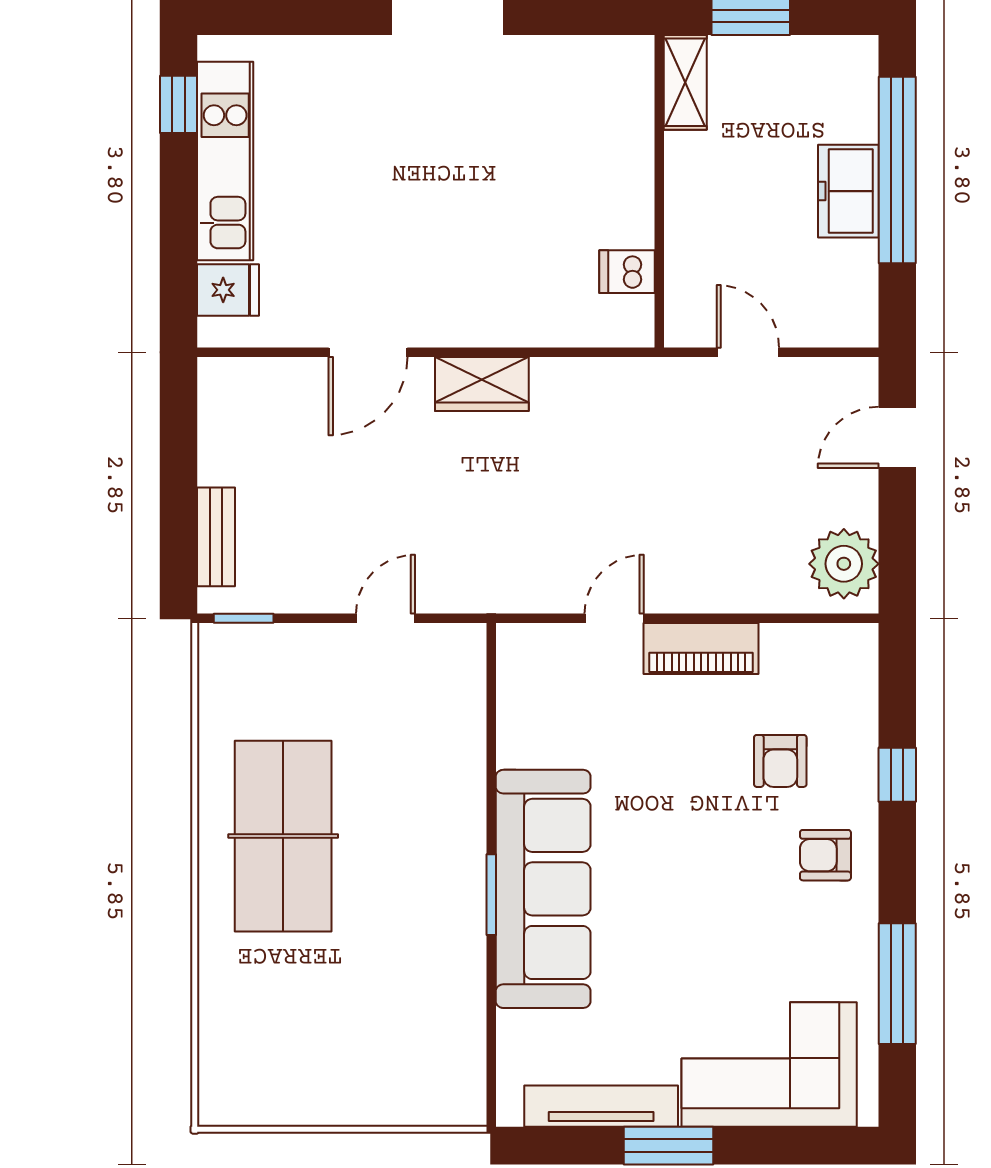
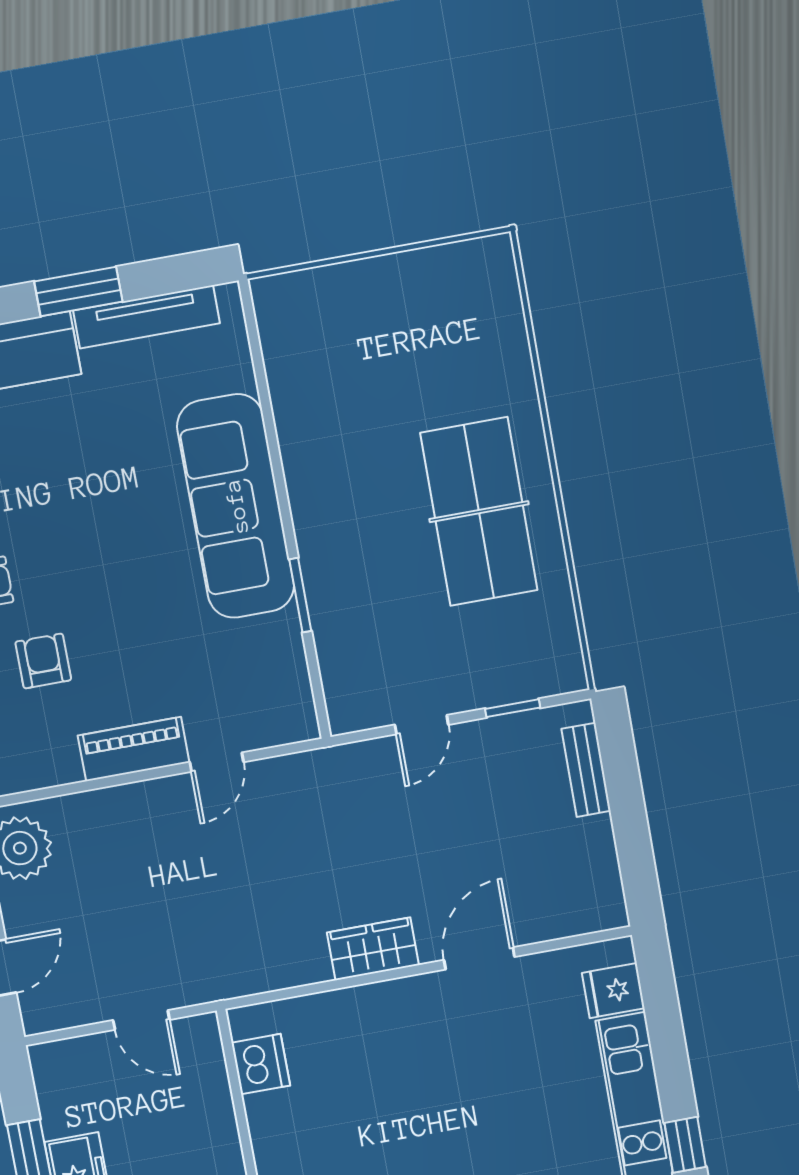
dishwasher: (627, 272) -> (261, 1064), width x1.38
window: (244, 618) -> (513, 708), moved
window: (491, 895) -> (300, 595), moved

